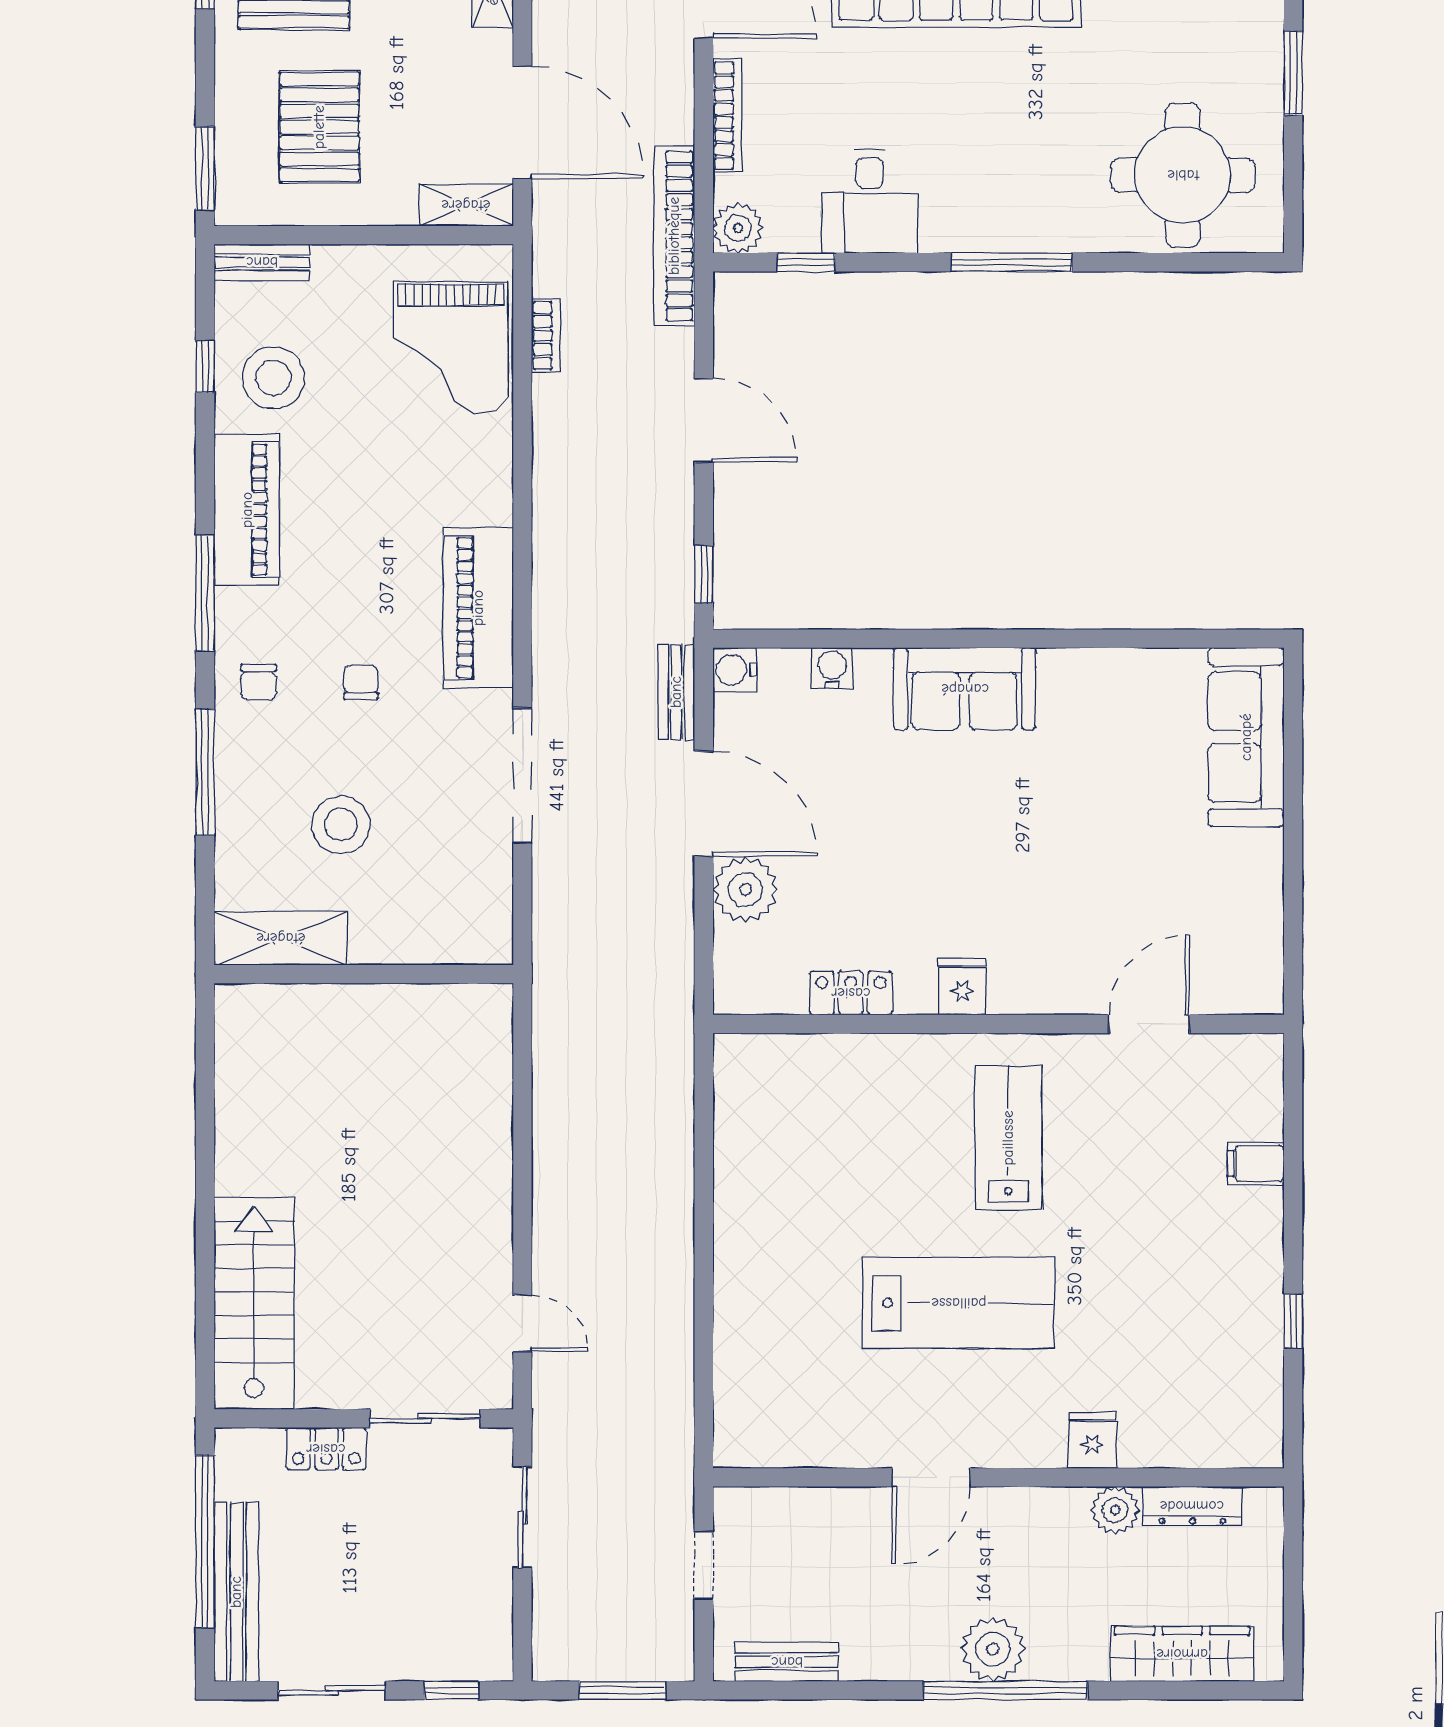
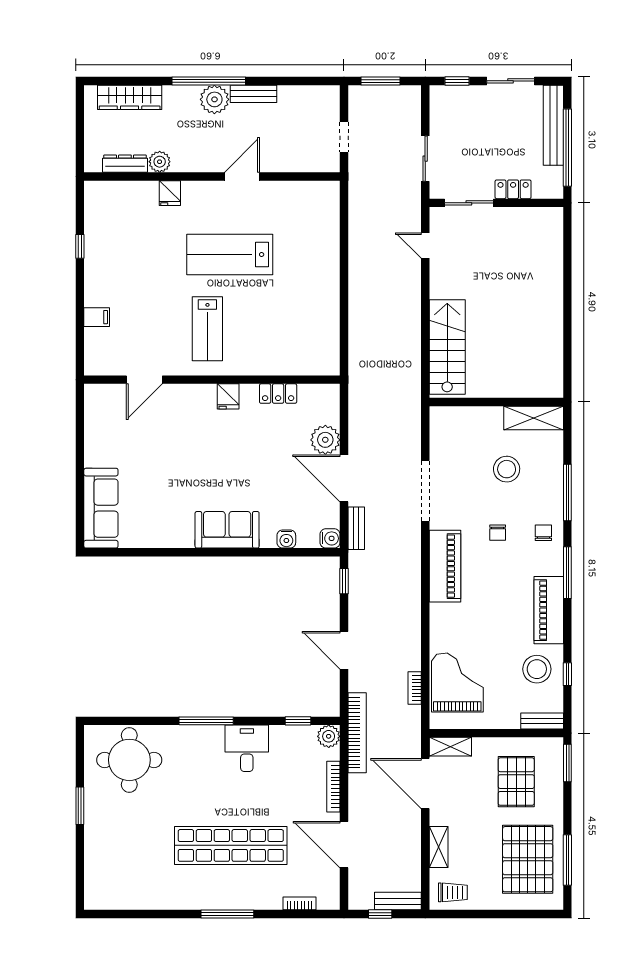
desk: (870, 201) -> (247, 748), moved
stairs: (254, 1303) -> (447, 347), moved, turned 180
bench: (787, 1662) -> (254, 94), moved

